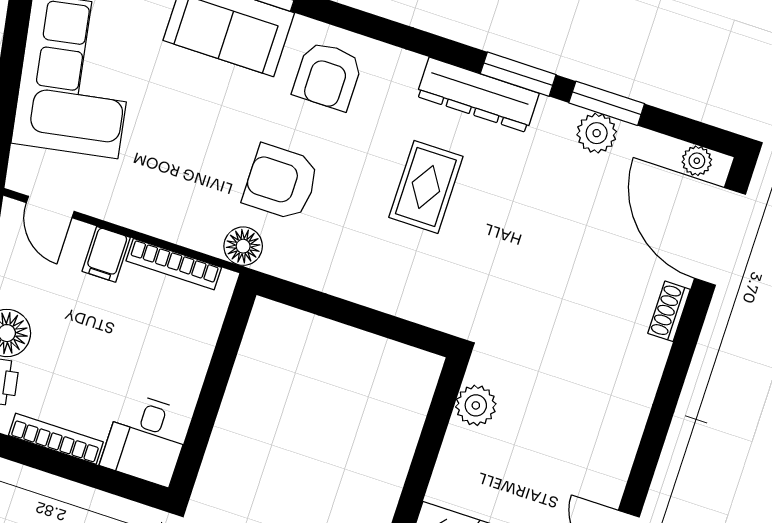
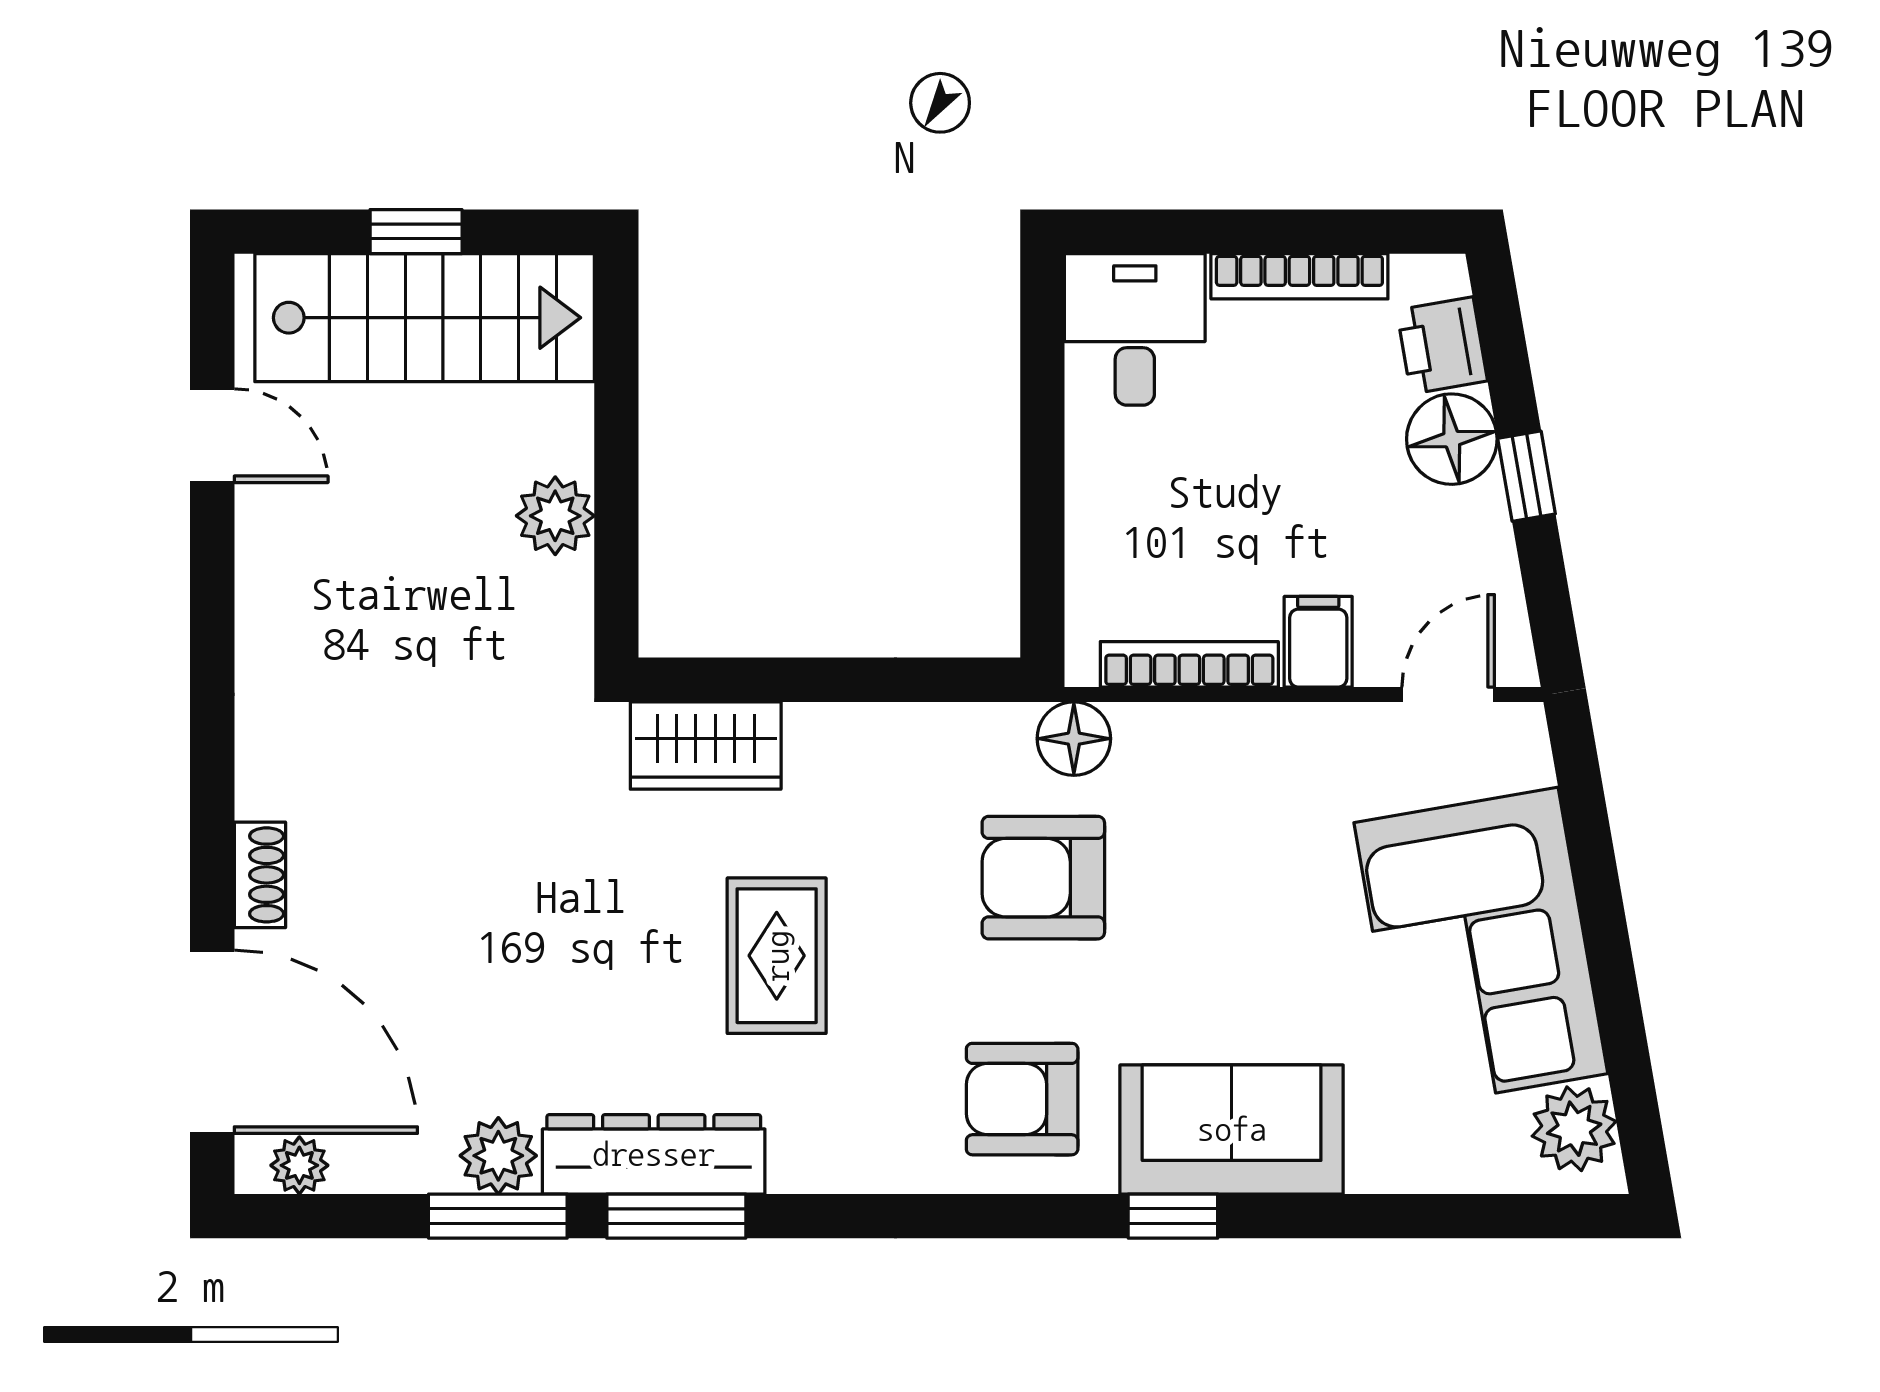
armchair: (328, 76) -> (1022, 1099), turned -90
dresser: (478, 95) -> (654, 1154), moved
armchair: (281, 182) -> (1043, 878), turned 180
door: (50, 207) -> (1448, 694), hinge flipped
wardrobe: (427, 303) -> (706, 746), added
plant: (476, 405) -> (555, 516), moved

